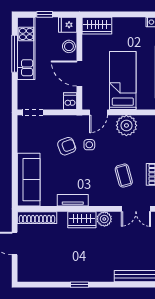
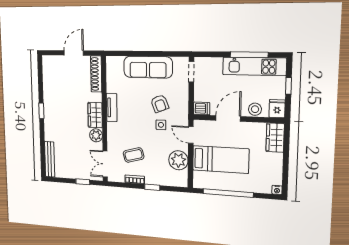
sofa: (29, 180) -> (148, 67), moved

